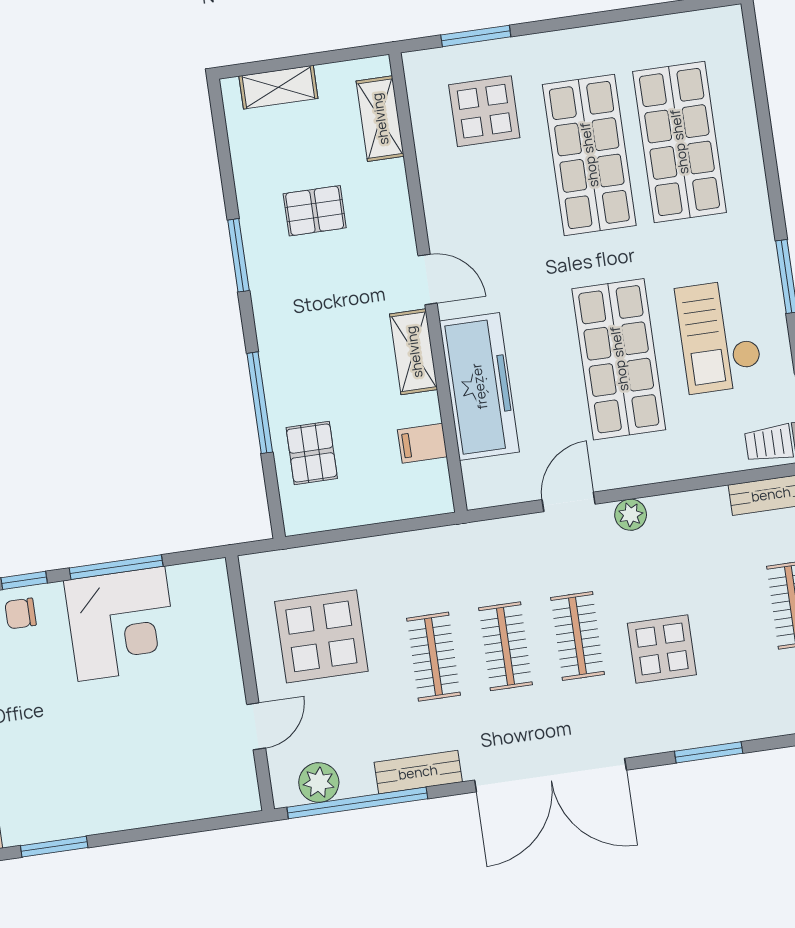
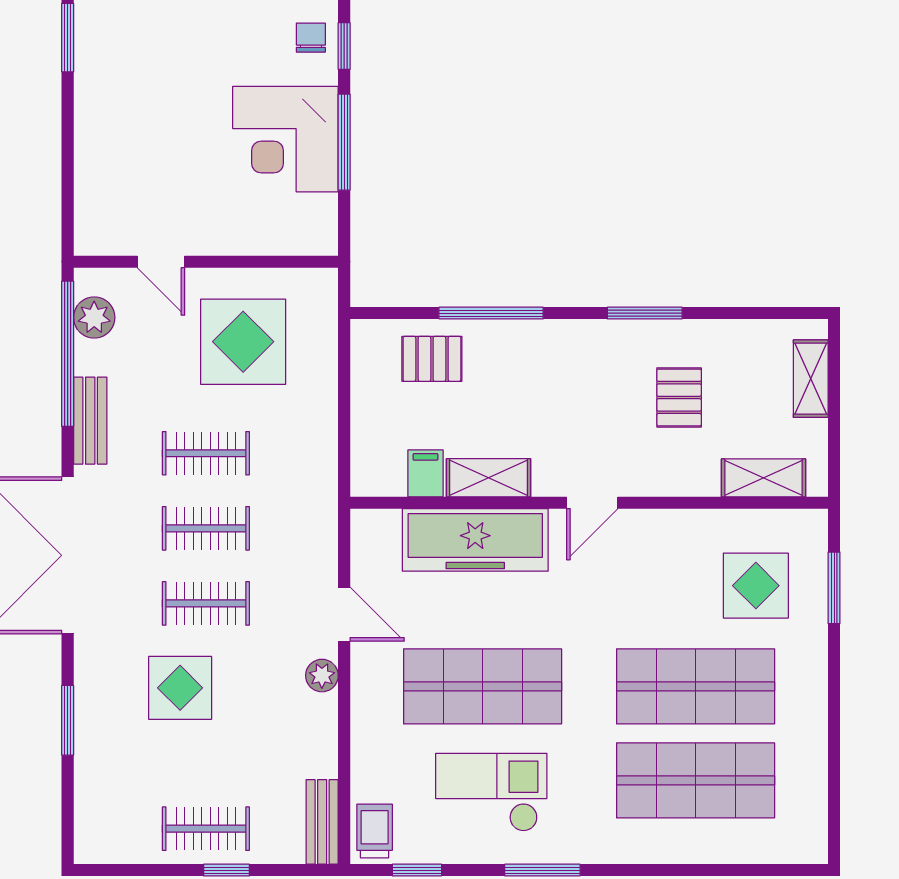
shelving: (414, 352) -> (488, 478), moved

